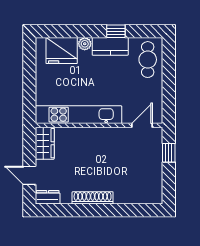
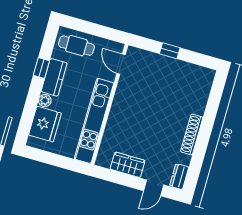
kitchen unit: (79, 115) -> (94, 121), moved
wall: (99, 125) -> (110, 104), moved
door: (142, 125) -> (121, 64), moved

